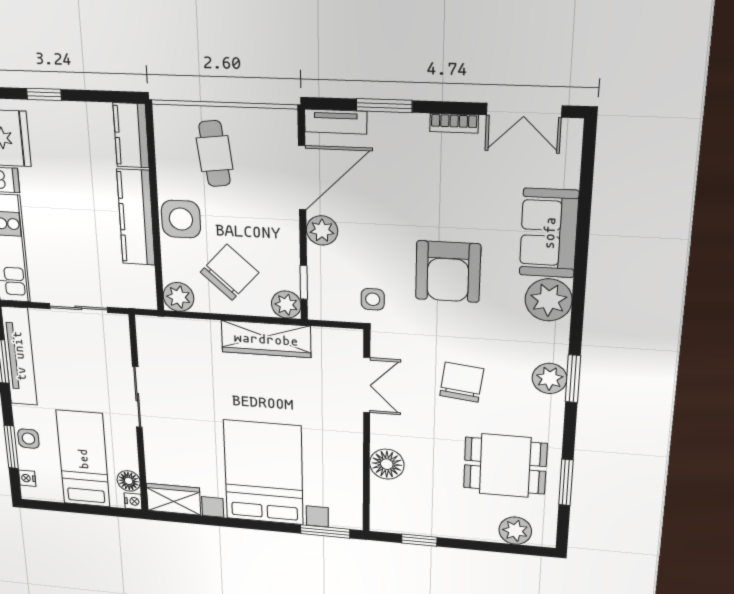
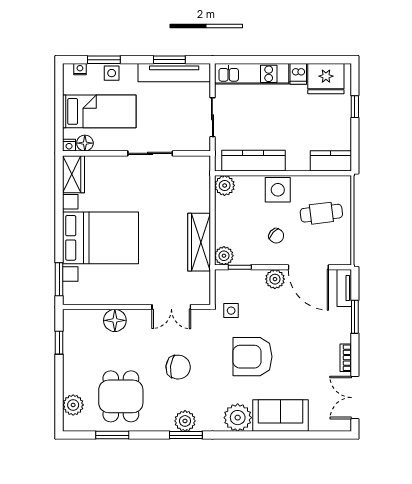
kitchen counter: (136, 217) -> (253, 161), moved
chair: (229, 272) -> (276, 236), moved, width x0.54, depth x0.54

